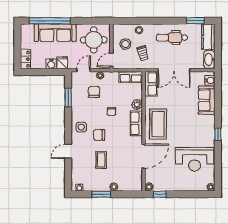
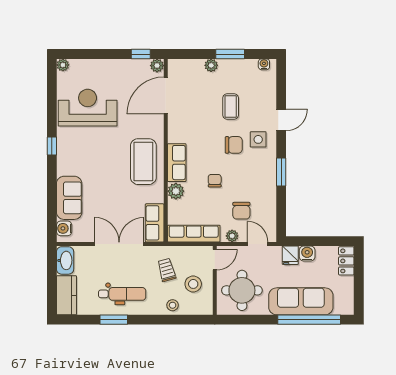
window: (195, 21) -> (114, 320), moved
door: (83, 70) -> (258, 244), swing flipped
row of seats: (131, 77) -> (194, 234), width x1.48
window: (68, 98) -> (281, 172), moved
side table: (81, 127) -> (258, 139), moved
door: (144, 156) -> (166, 96), moved

